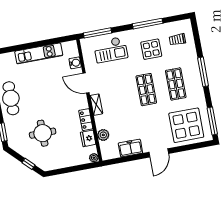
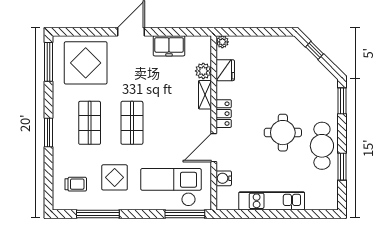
window: (148, 24) -> (98, 214), moved
checkout: (111, 50) -> (171, 187), width x1.36, depth x1.21
window: (203, 72) -> (49, 133), width x0.69
door: (86, 83) -> (214, 148), swing flipped
shelving: (96, 105) -> (205, 95), moved
locker: (86, 120) -> (224, 114), moved
round table: (43, 133) -> (283, 133), moved

